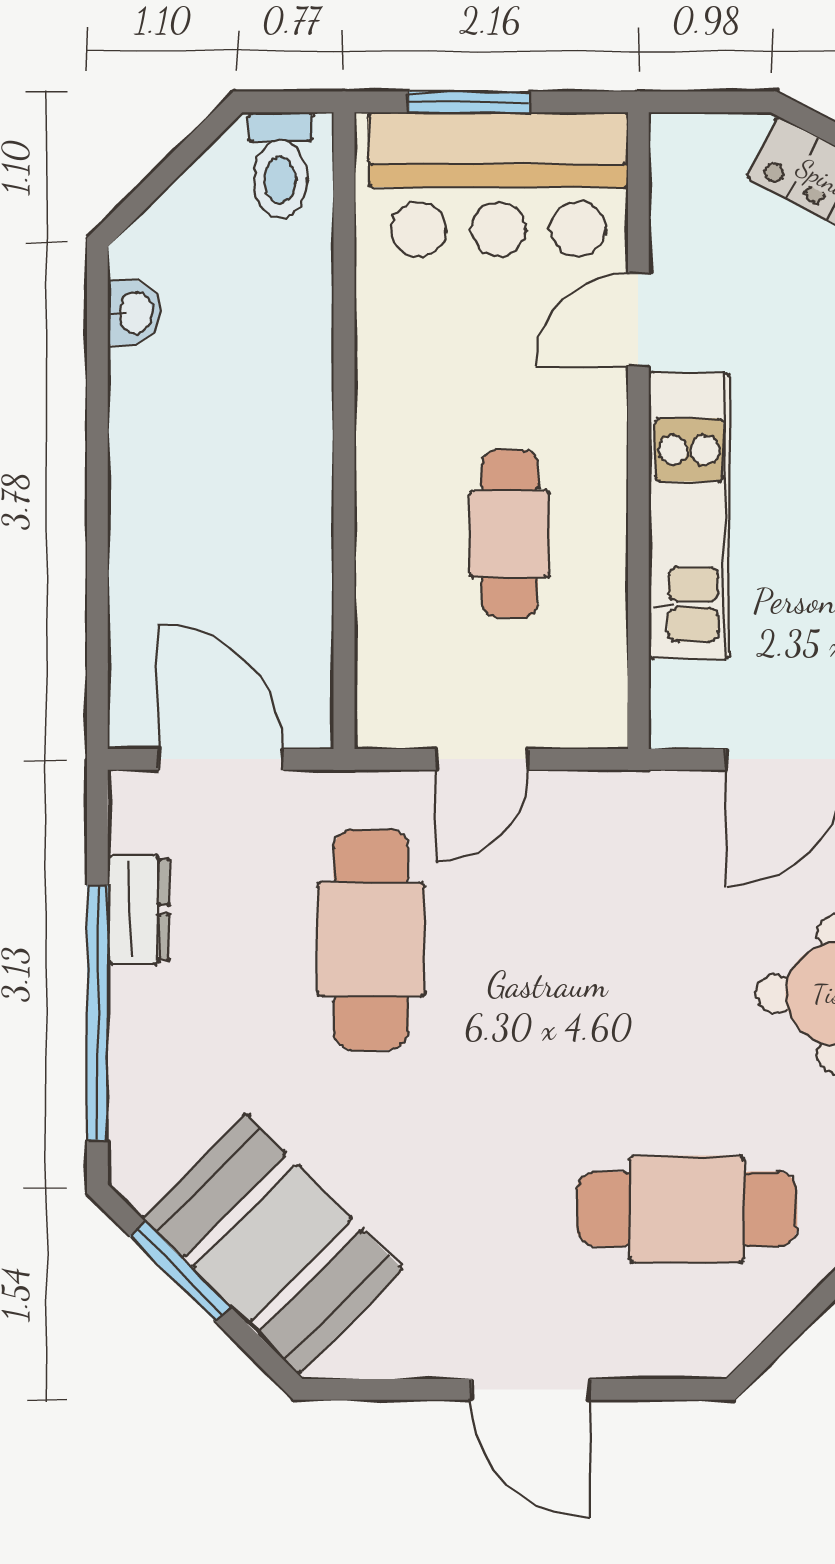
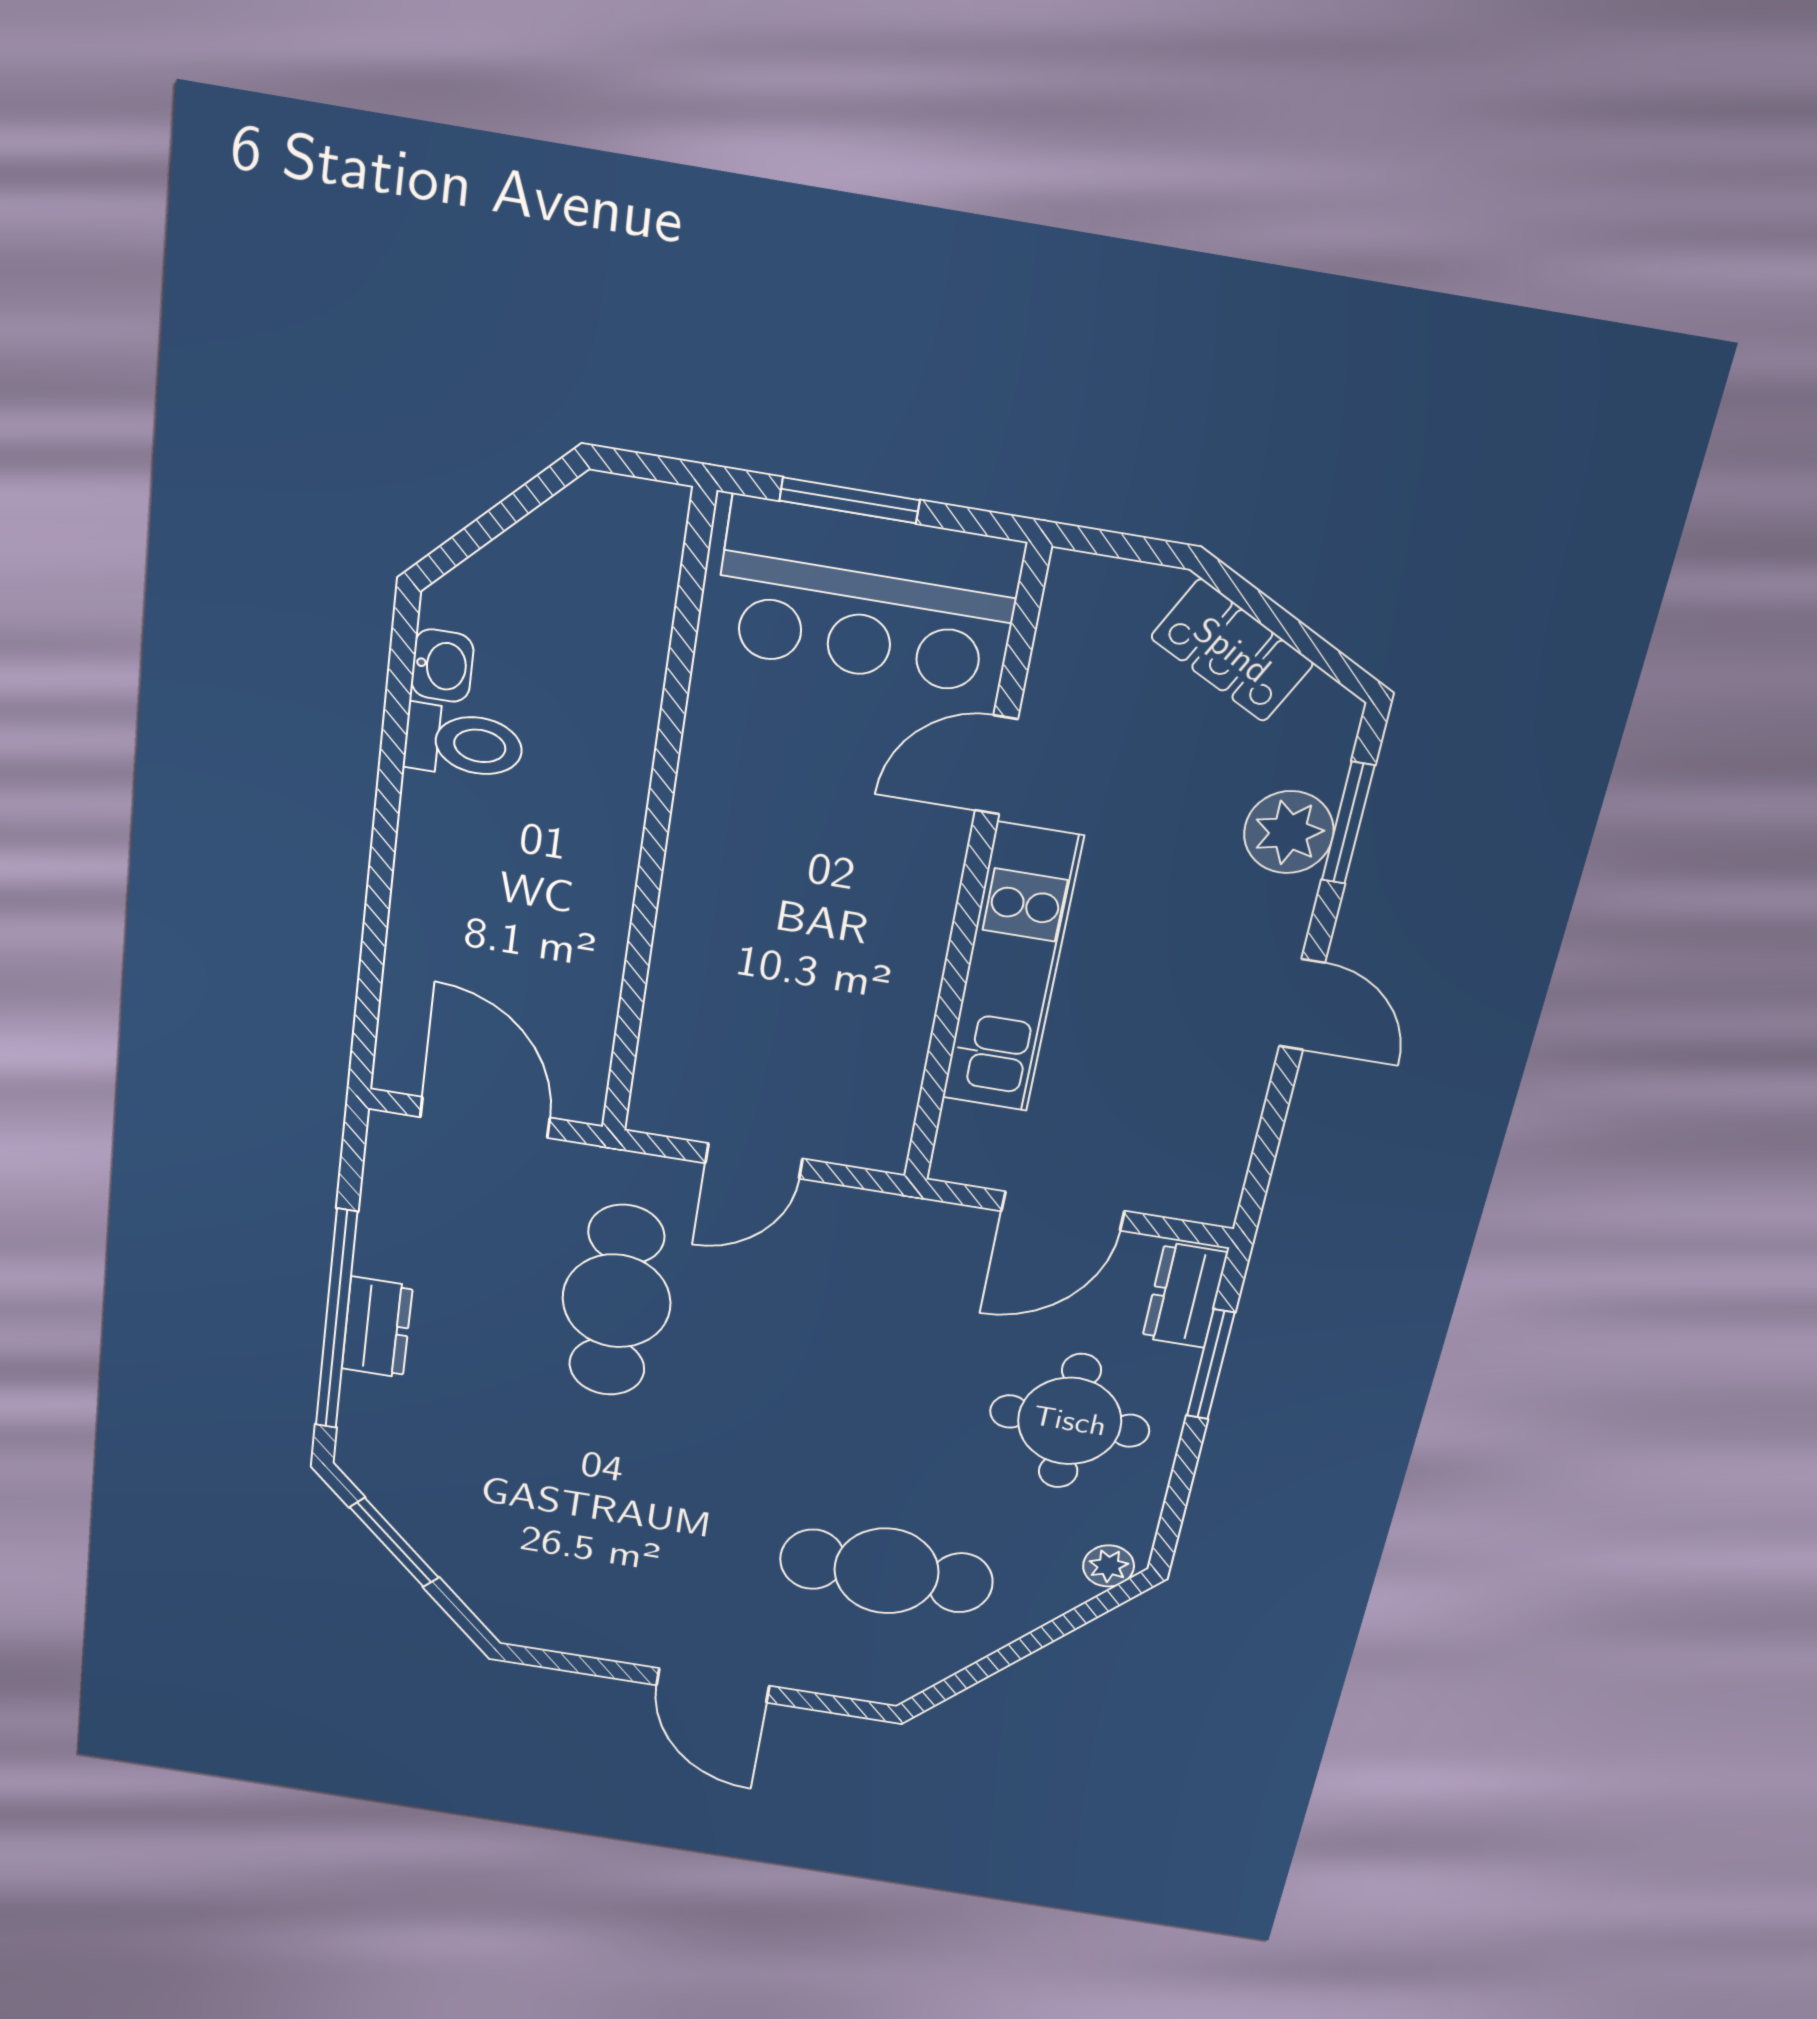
toilet: (280, 165) -> (464, 743), moved, turned -90
cafe table: (510, 534) -> (818, 955), removed
dresser: (139, 910) -> (377, 1327), moved
booth: (272, 1244) -> (485, 1535), removed

